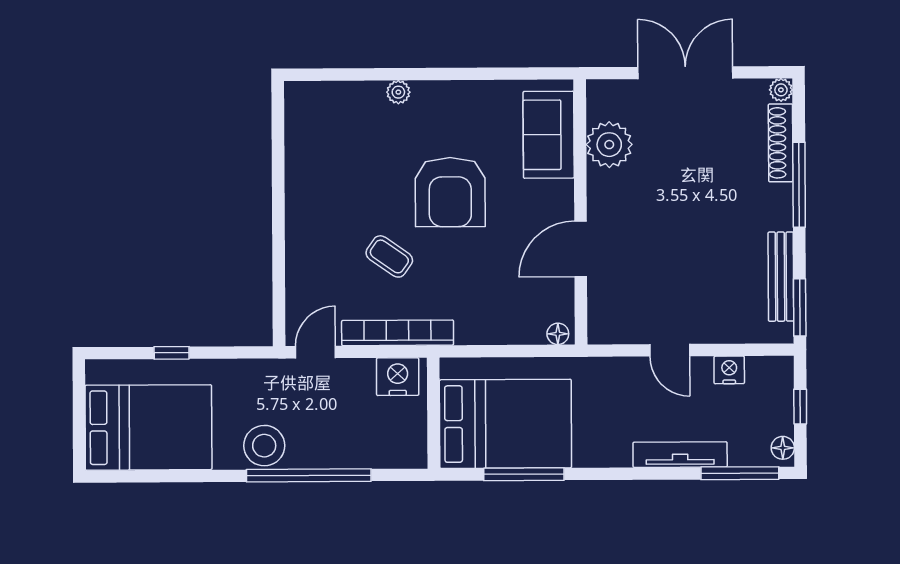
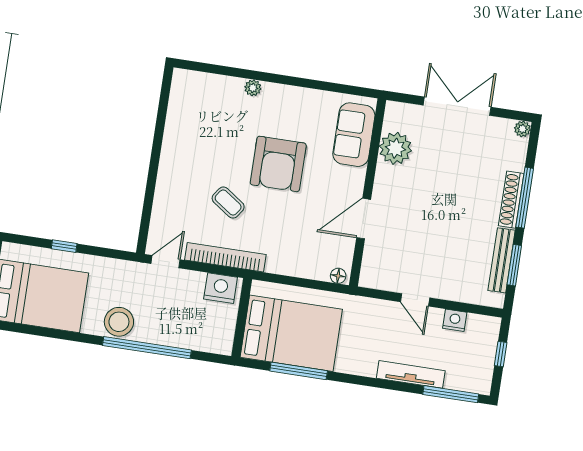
shoe rack: (781, 143) -> (511, 200), moved
window: (800, 307) -> (514, 265), moved
floor lamp: (783, 448) -> (484, 381), removed

